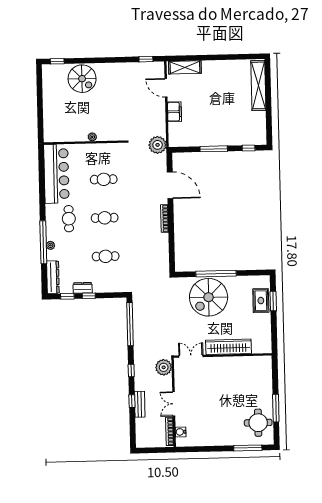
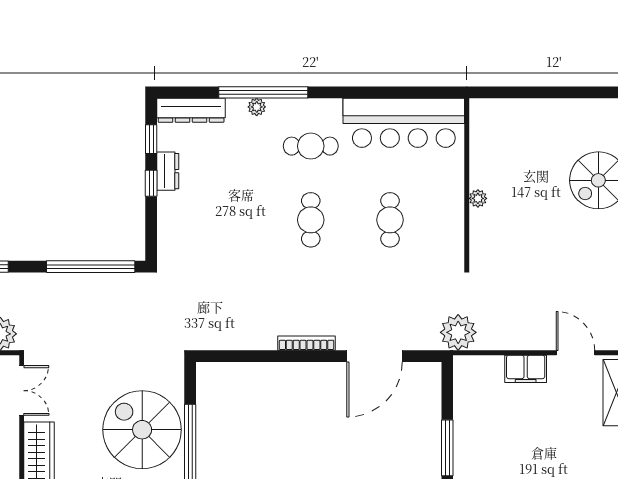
door: (166, 88) -> (575, 353), hinge flipped
cafe table: (106, 256) -> (231, 220), removed

